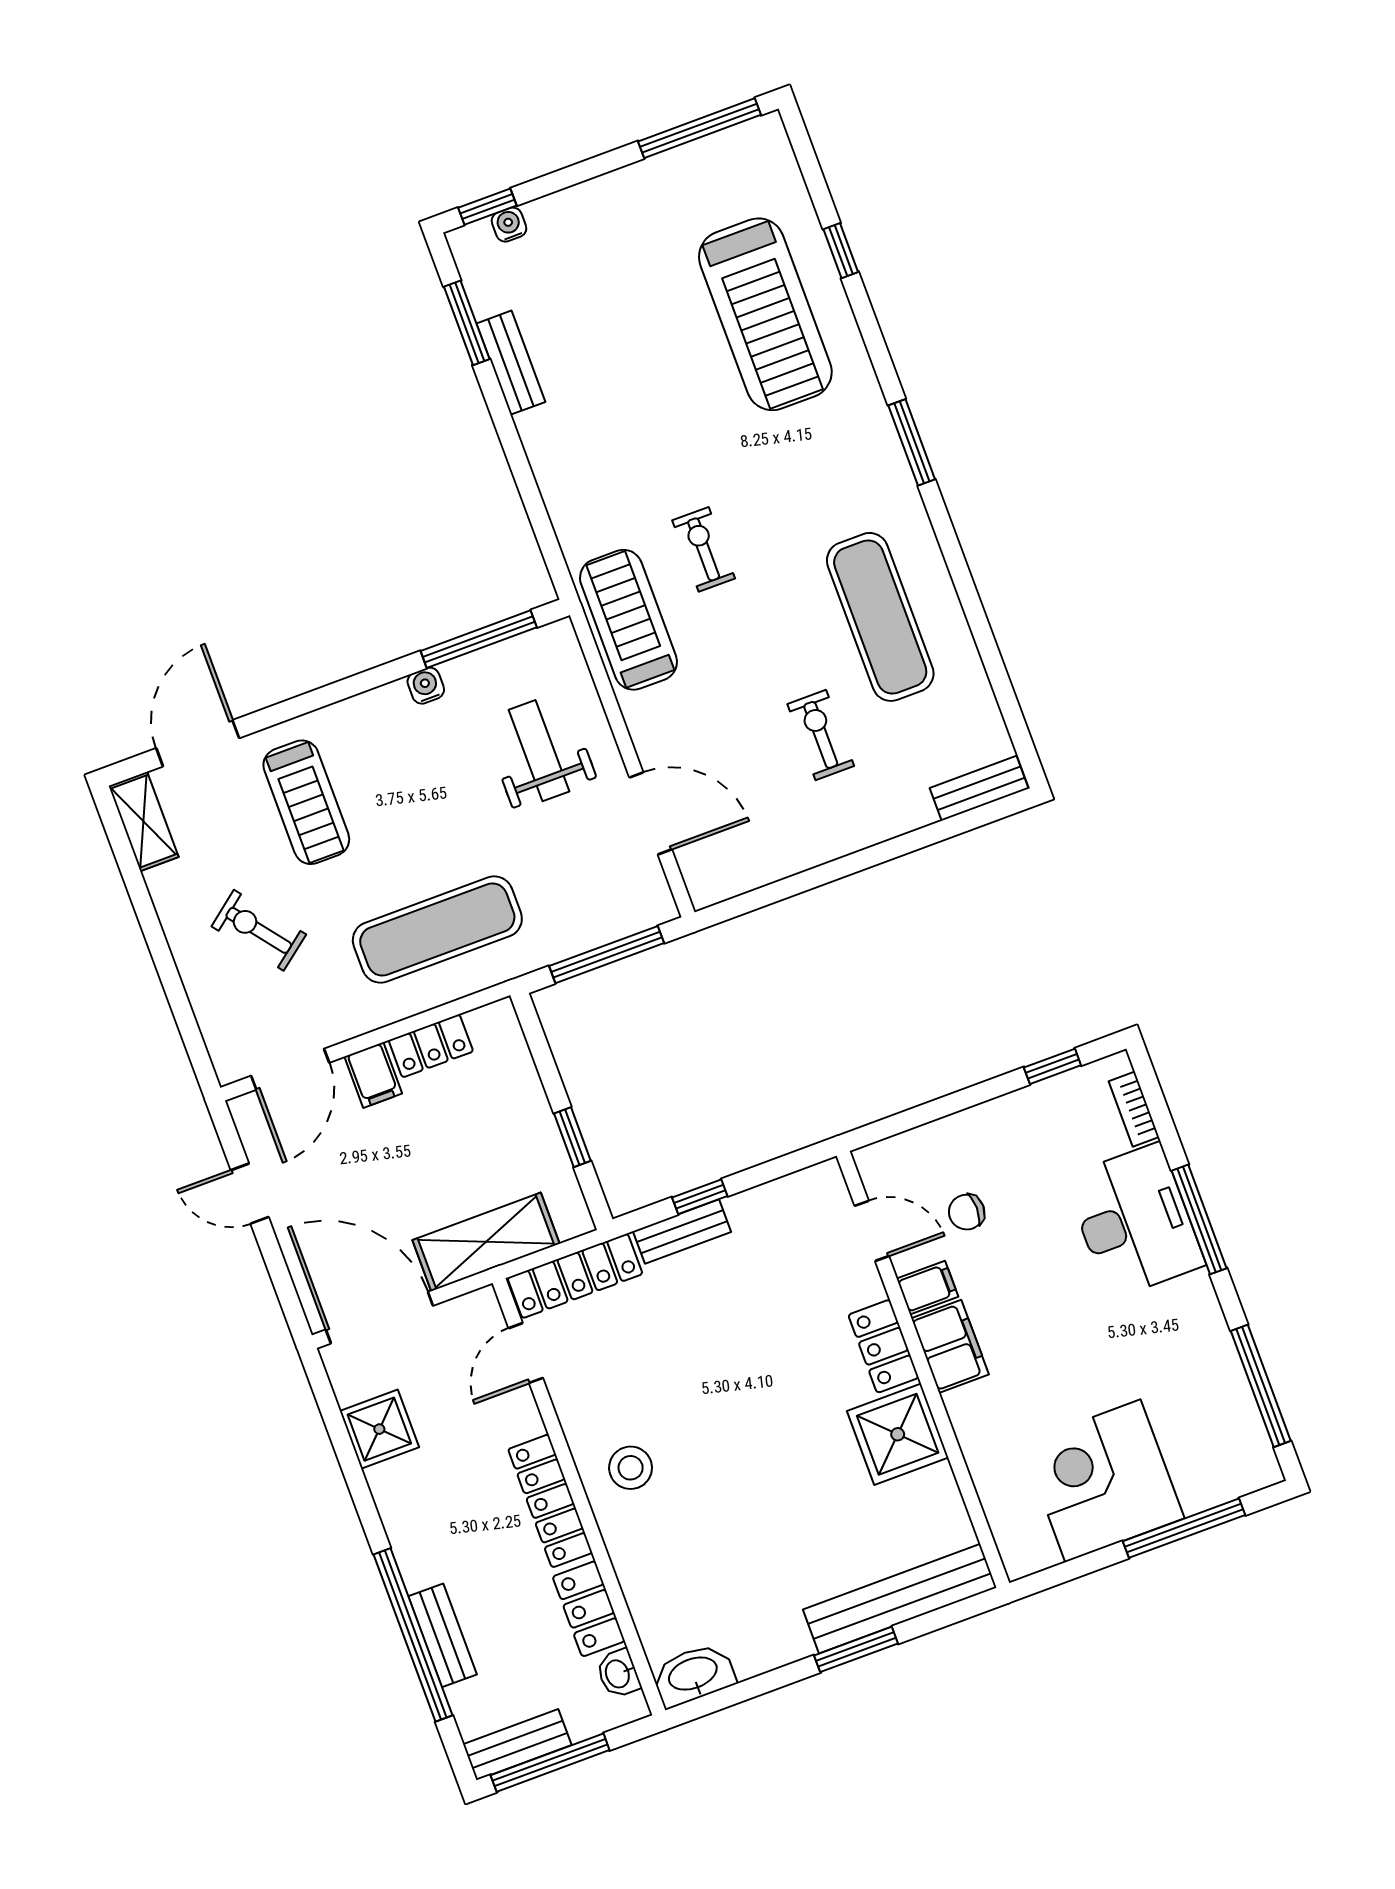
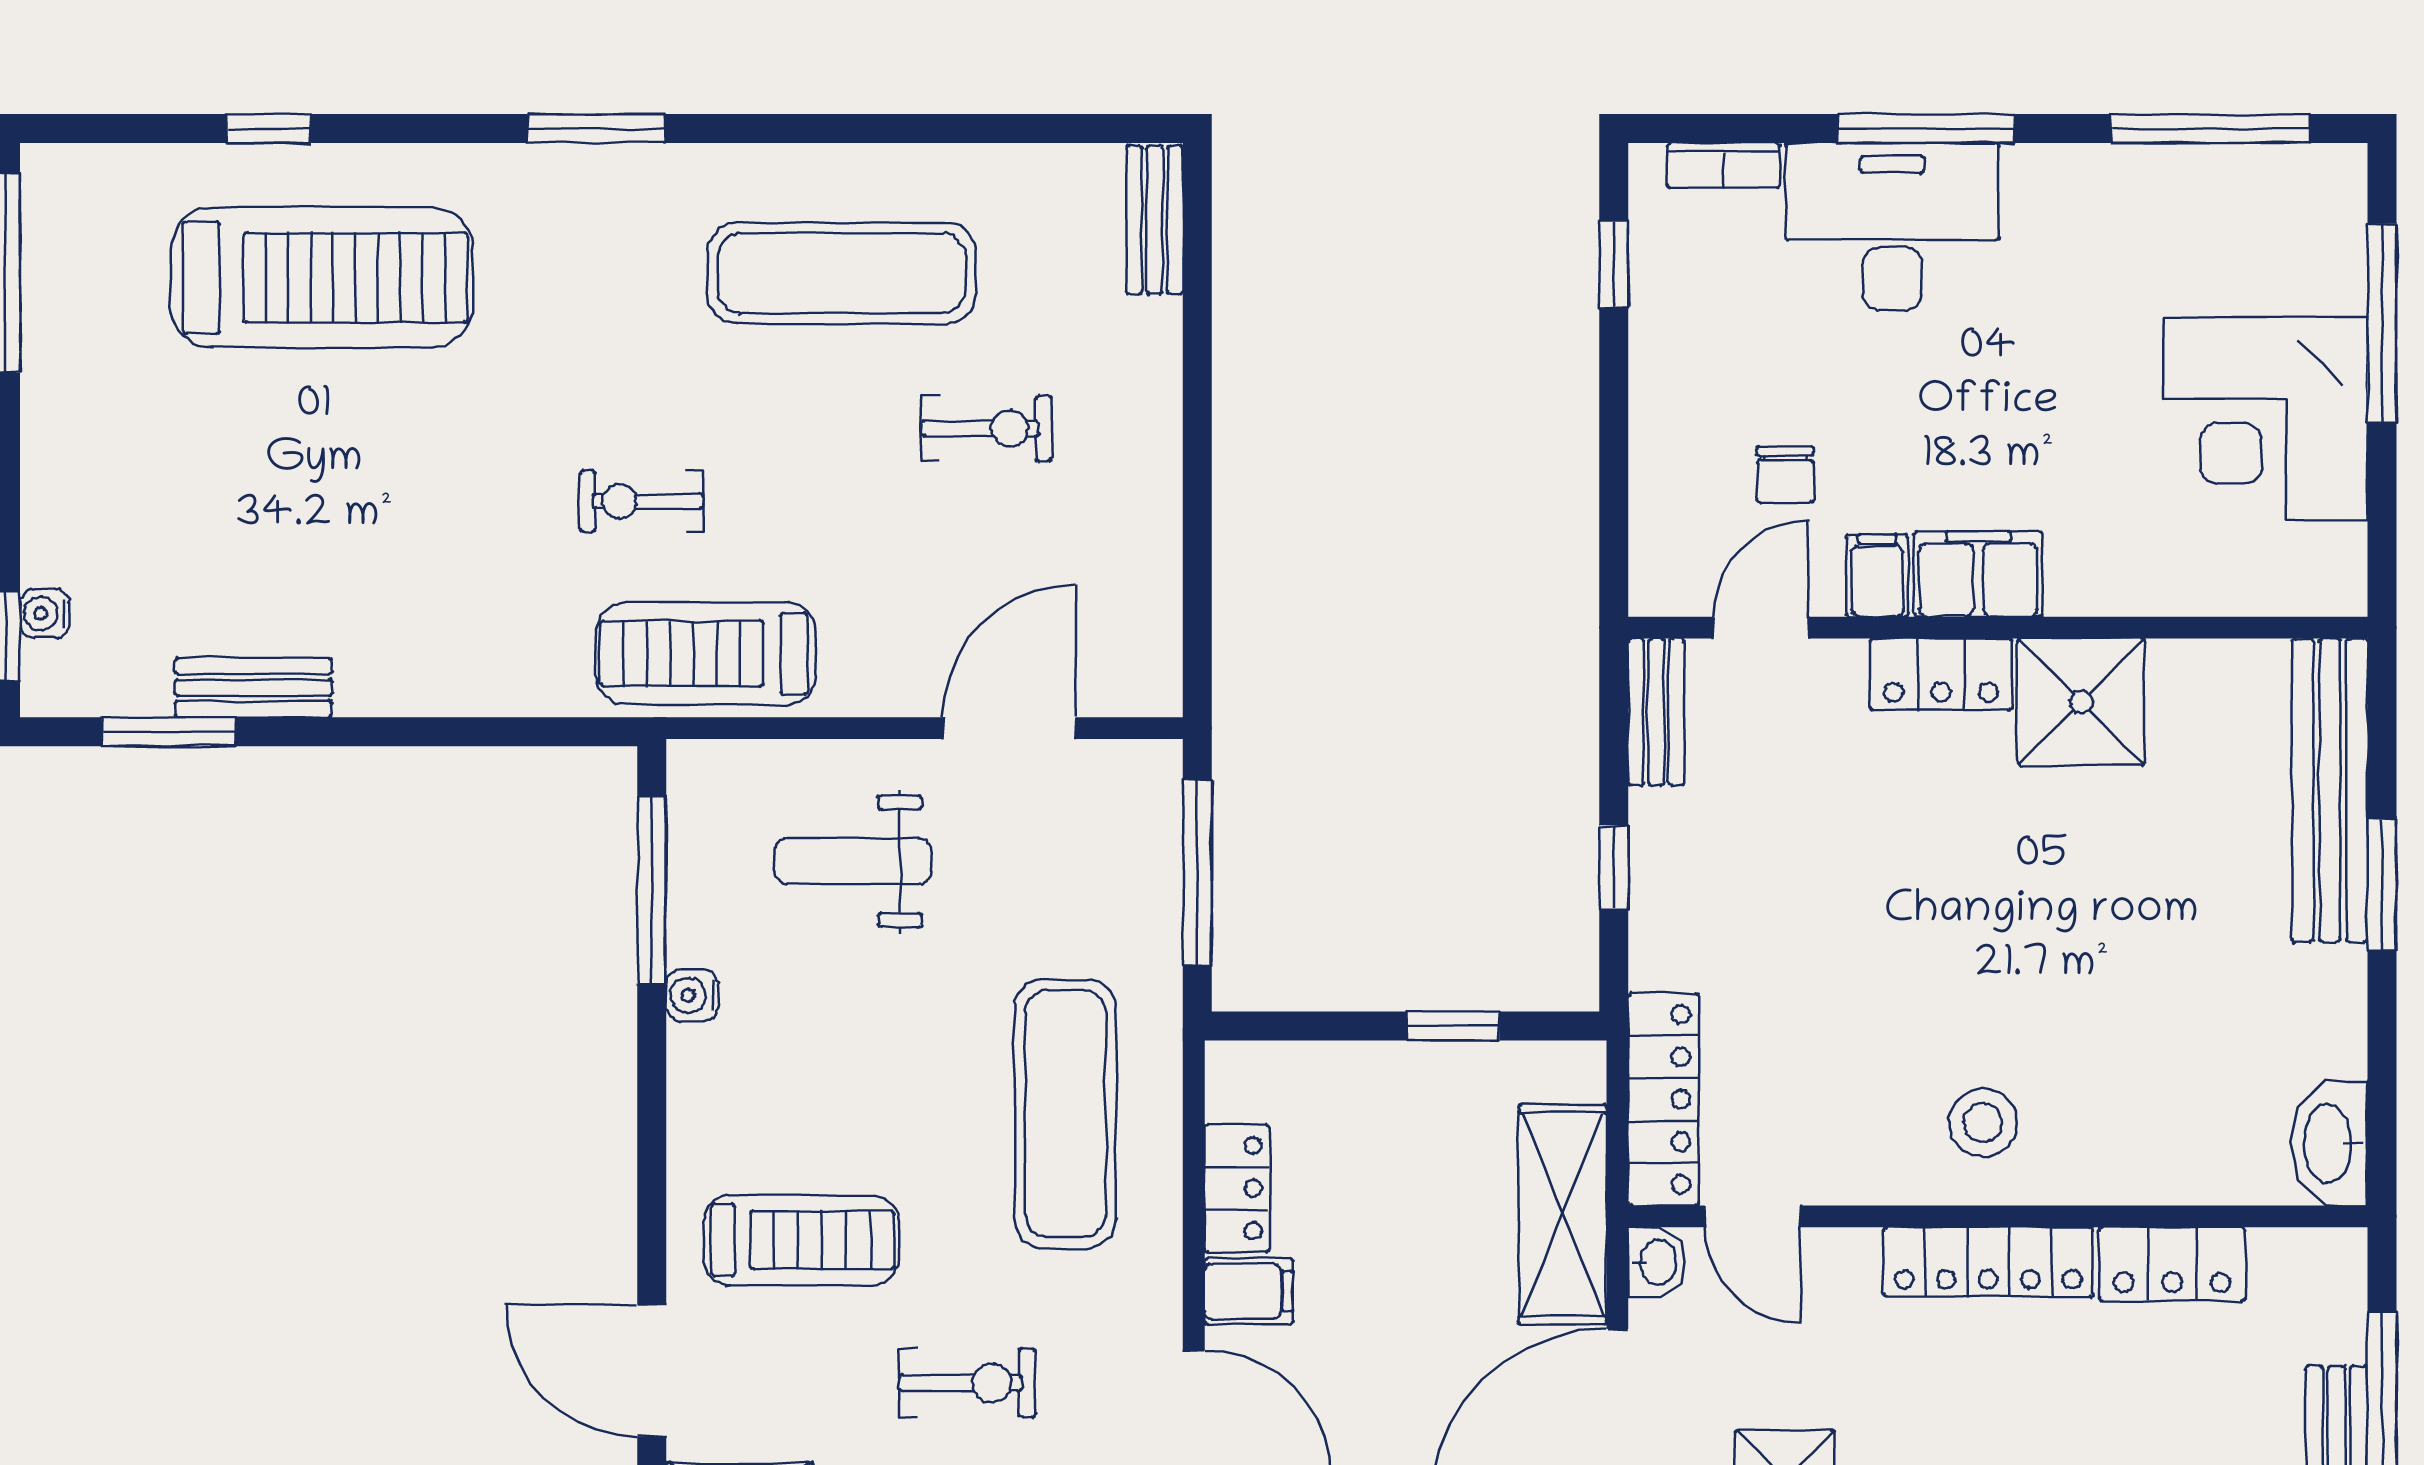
exercise bike: (821, 735) -> (986, 428), turned 180
exercise bike: (259, 930) -> (967, 1383), turned -142
bench: (682, 1232) -> (1656, 712), moved
washbasin: (618, 1674) -> (1657, 1262), moved, turned -90

